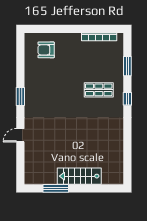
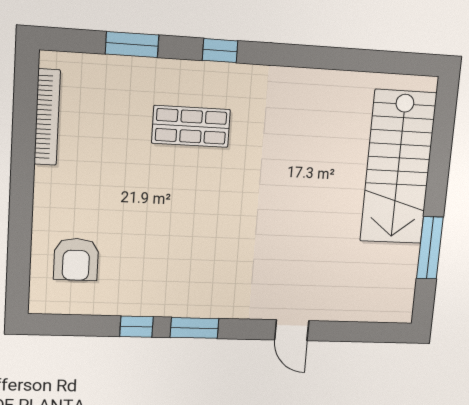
window: (20, 74) -> (136, 327), added
shop shelf: (99, 90) -> (191, 126), turned 90
stairs: (79, 176) -> (398, 167), width x1.36, depth x1.51

